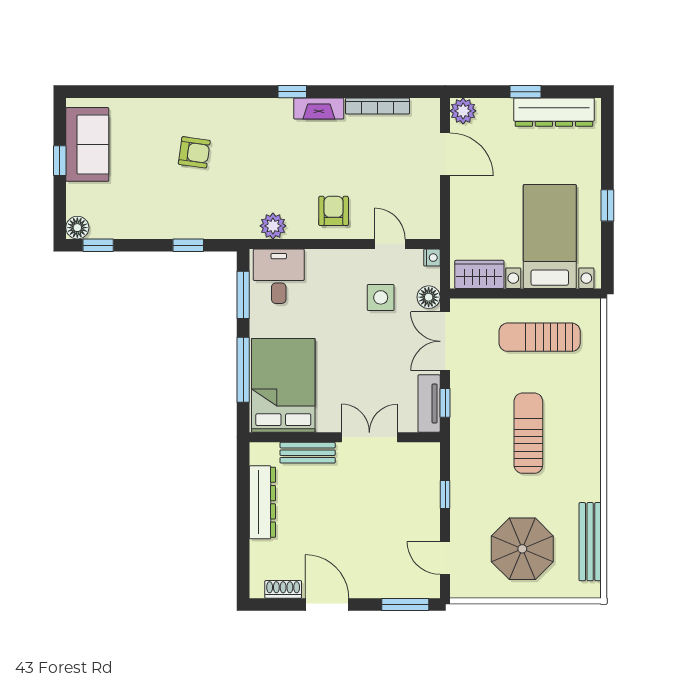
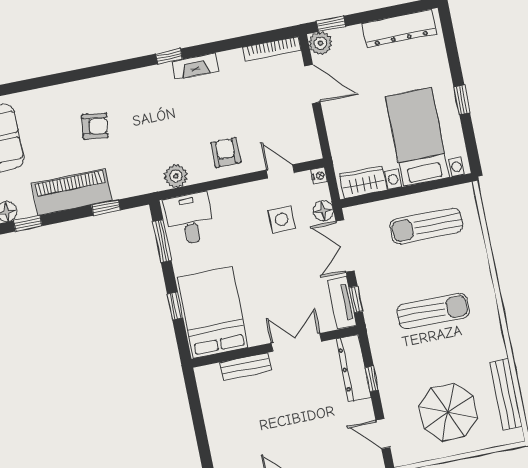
window: (526, 92) -> (331, 24), moved
bookcase: (378, 106) -> (272, 49), moved
piano: (154, 220) -> (72, 192), added
window: (243, 370) -> (175, 306), width x0.46
sun lounger: (528, 433) -> (433, 311), turned 91
dresser: (262, 502) -> (353, 368), moved, turned 180

